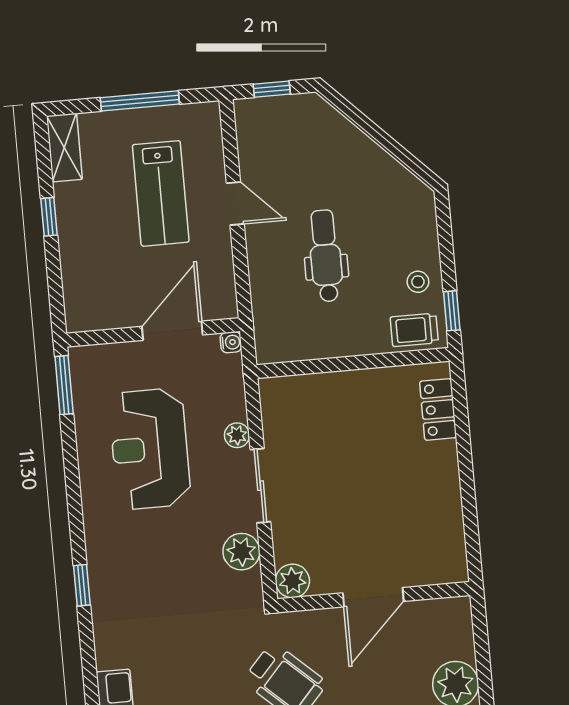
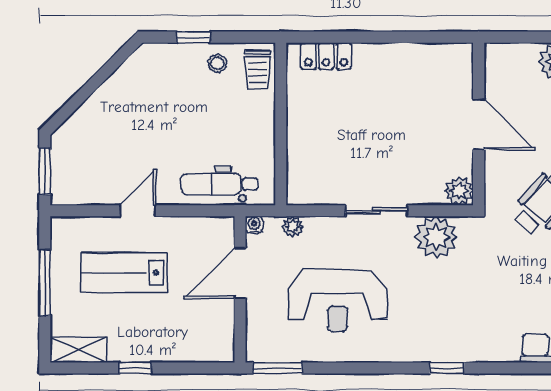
window: (272, 89) -> (45, 172), width x1.50
lab bench: (161, 193) -> (124, 272), turned 180
dental chair: (326, 256) -> (219, 184), moved
window: (452, 311) -> (193, 37), moved
door: (172, 331) -> (240, 273), hinge flipped
plant: (237, 435) -> (293, 227), moved
plant: (241, 552) -> (436, 237), width x1.36, depth x1.36

